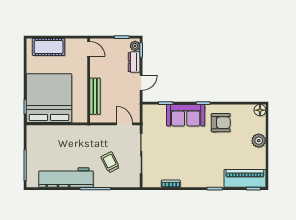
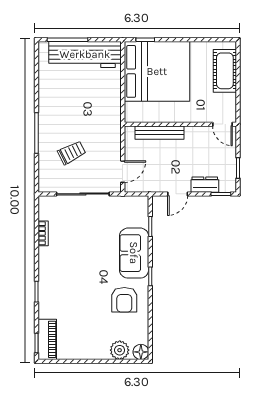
plant: (135, 46) -> (226, 186), removed
door: (89, 49) -> (222, 124), hinge flipped
door: (141, 83) -> (178, 194), hinge flipped
plant: (259, 141) -> (120, 350), moved
workbench: (66, 177) -> (85, 54), moved, turned 90
piano: (245, 178) -> (47, 339), width x0.73, depth x0.75

